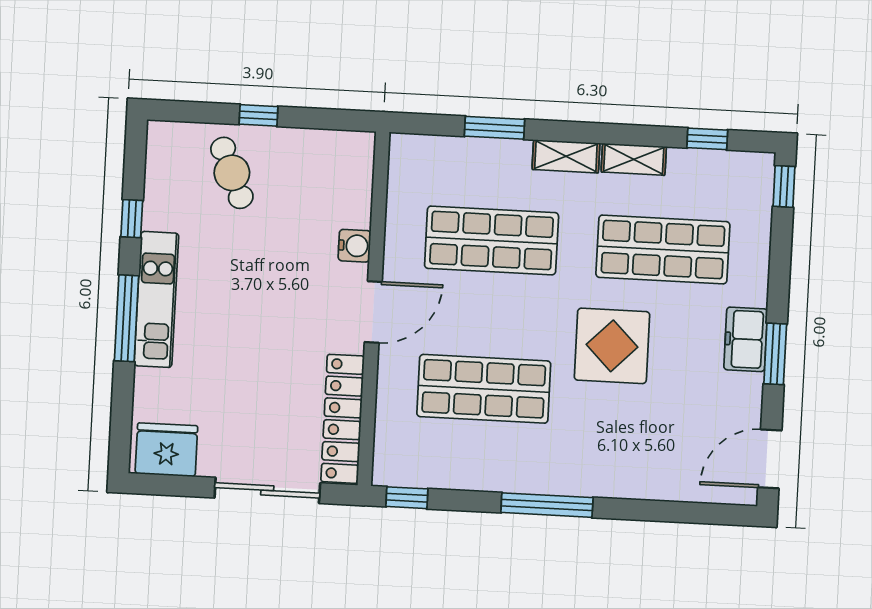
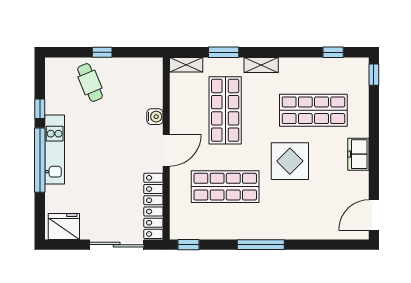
shelving: (634, 159) -> (186, 65), moved
shop shelf: (492, 240) -> (225, 110), turned 90
window: (127, 318) -> (40, 160), width x1.46
window: (775, 354) -> (374, 161), removed

